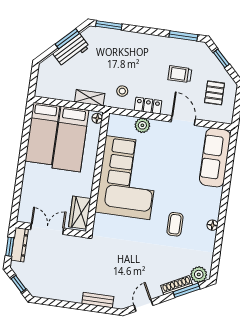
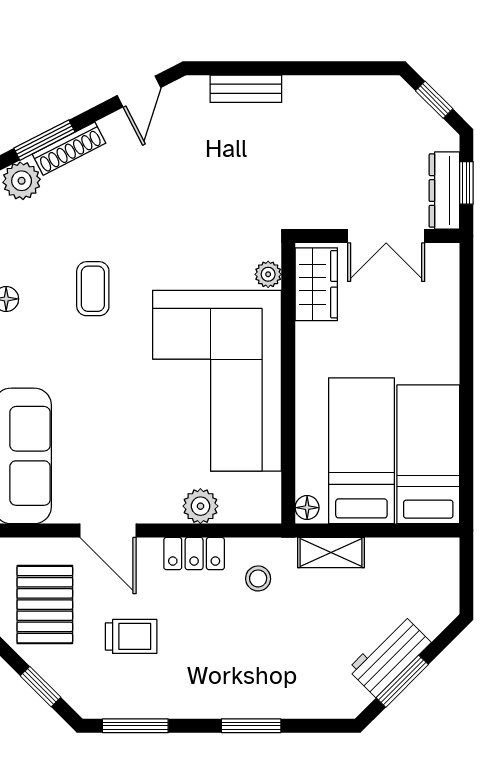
window: (109, 25) -> (251, 726), moved
pallet: (215, 93) -> (45, 605), width x1.50, depth x1.42
plant: (100, 220) -> (268, 274), added

